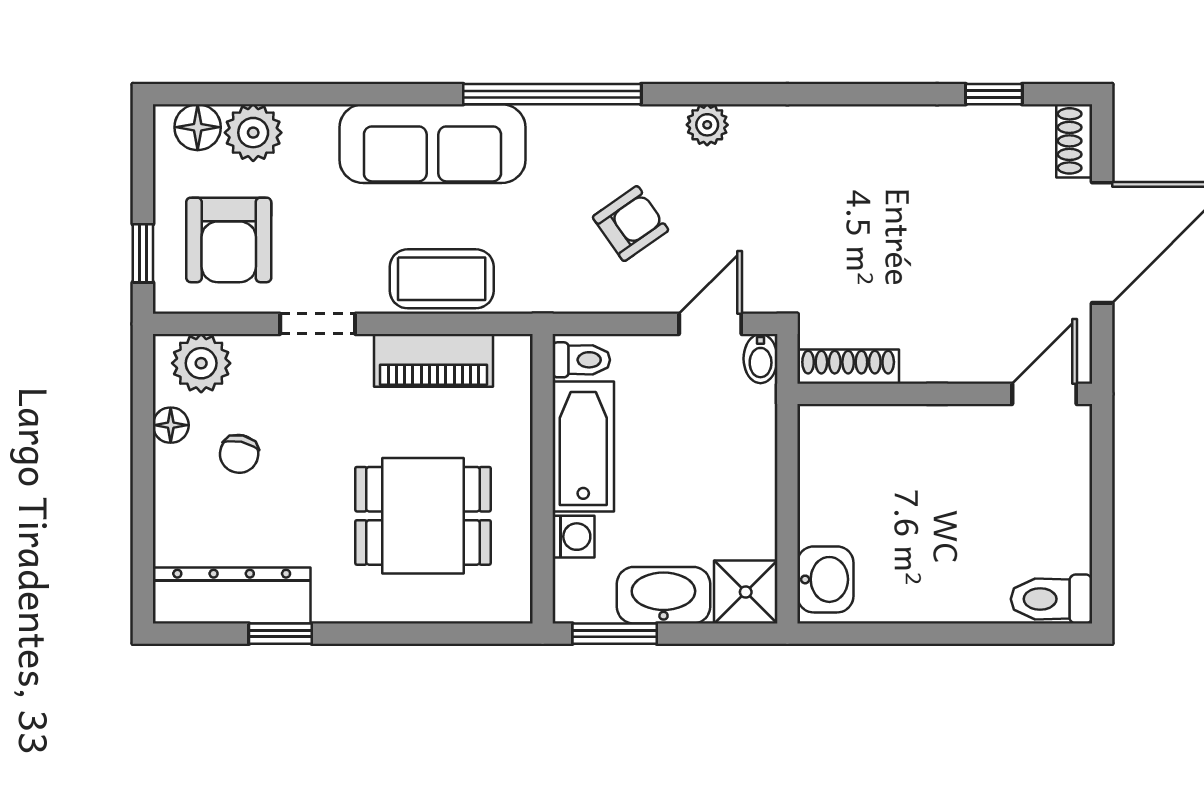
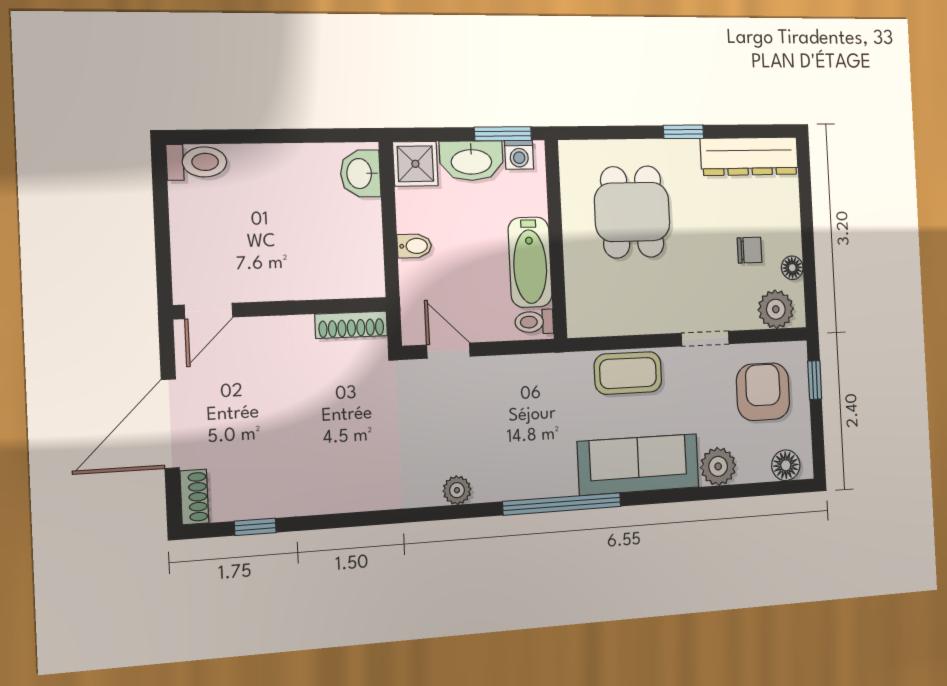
plant: (253, 133) -> (718, 466), moved
armchair: (631, 224) -> (506, 418), removed
door: (710, 324) -> (448, 351), swing flipped
bidet: (761, 359) -> (414, 246), moved, turned 90
piano: (434, 360) -> (631, 317), removed
chair: (239, 454) -> (750, 250), turned 78
dining table: (423, 516) -> (632, 212), turned 90
washing machine: (573, 537) -> (519, 155), moved, turned -90
window: (280, 634) -> (683, 132), moved

